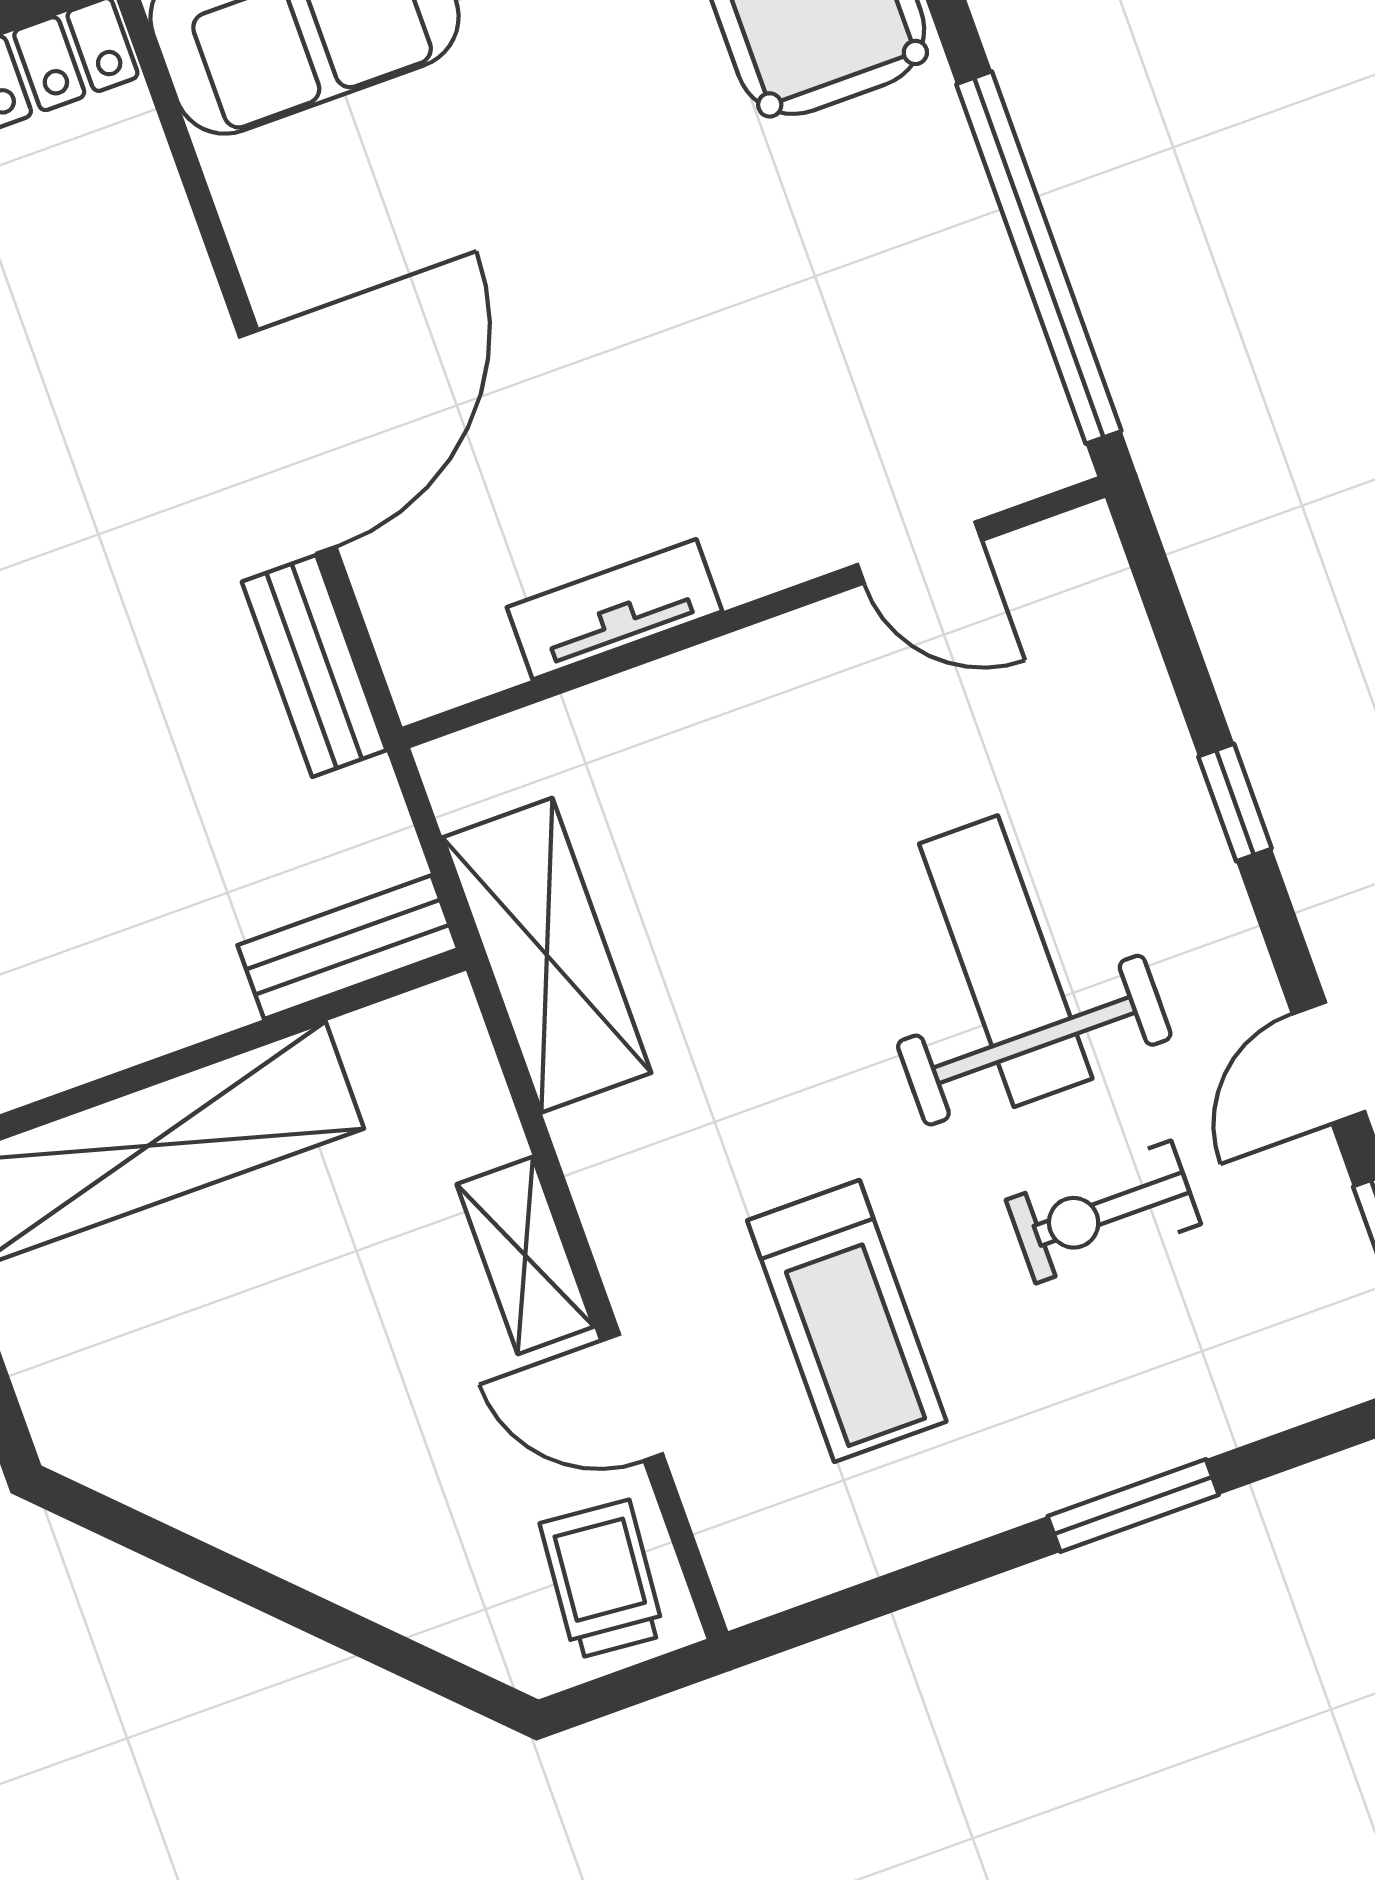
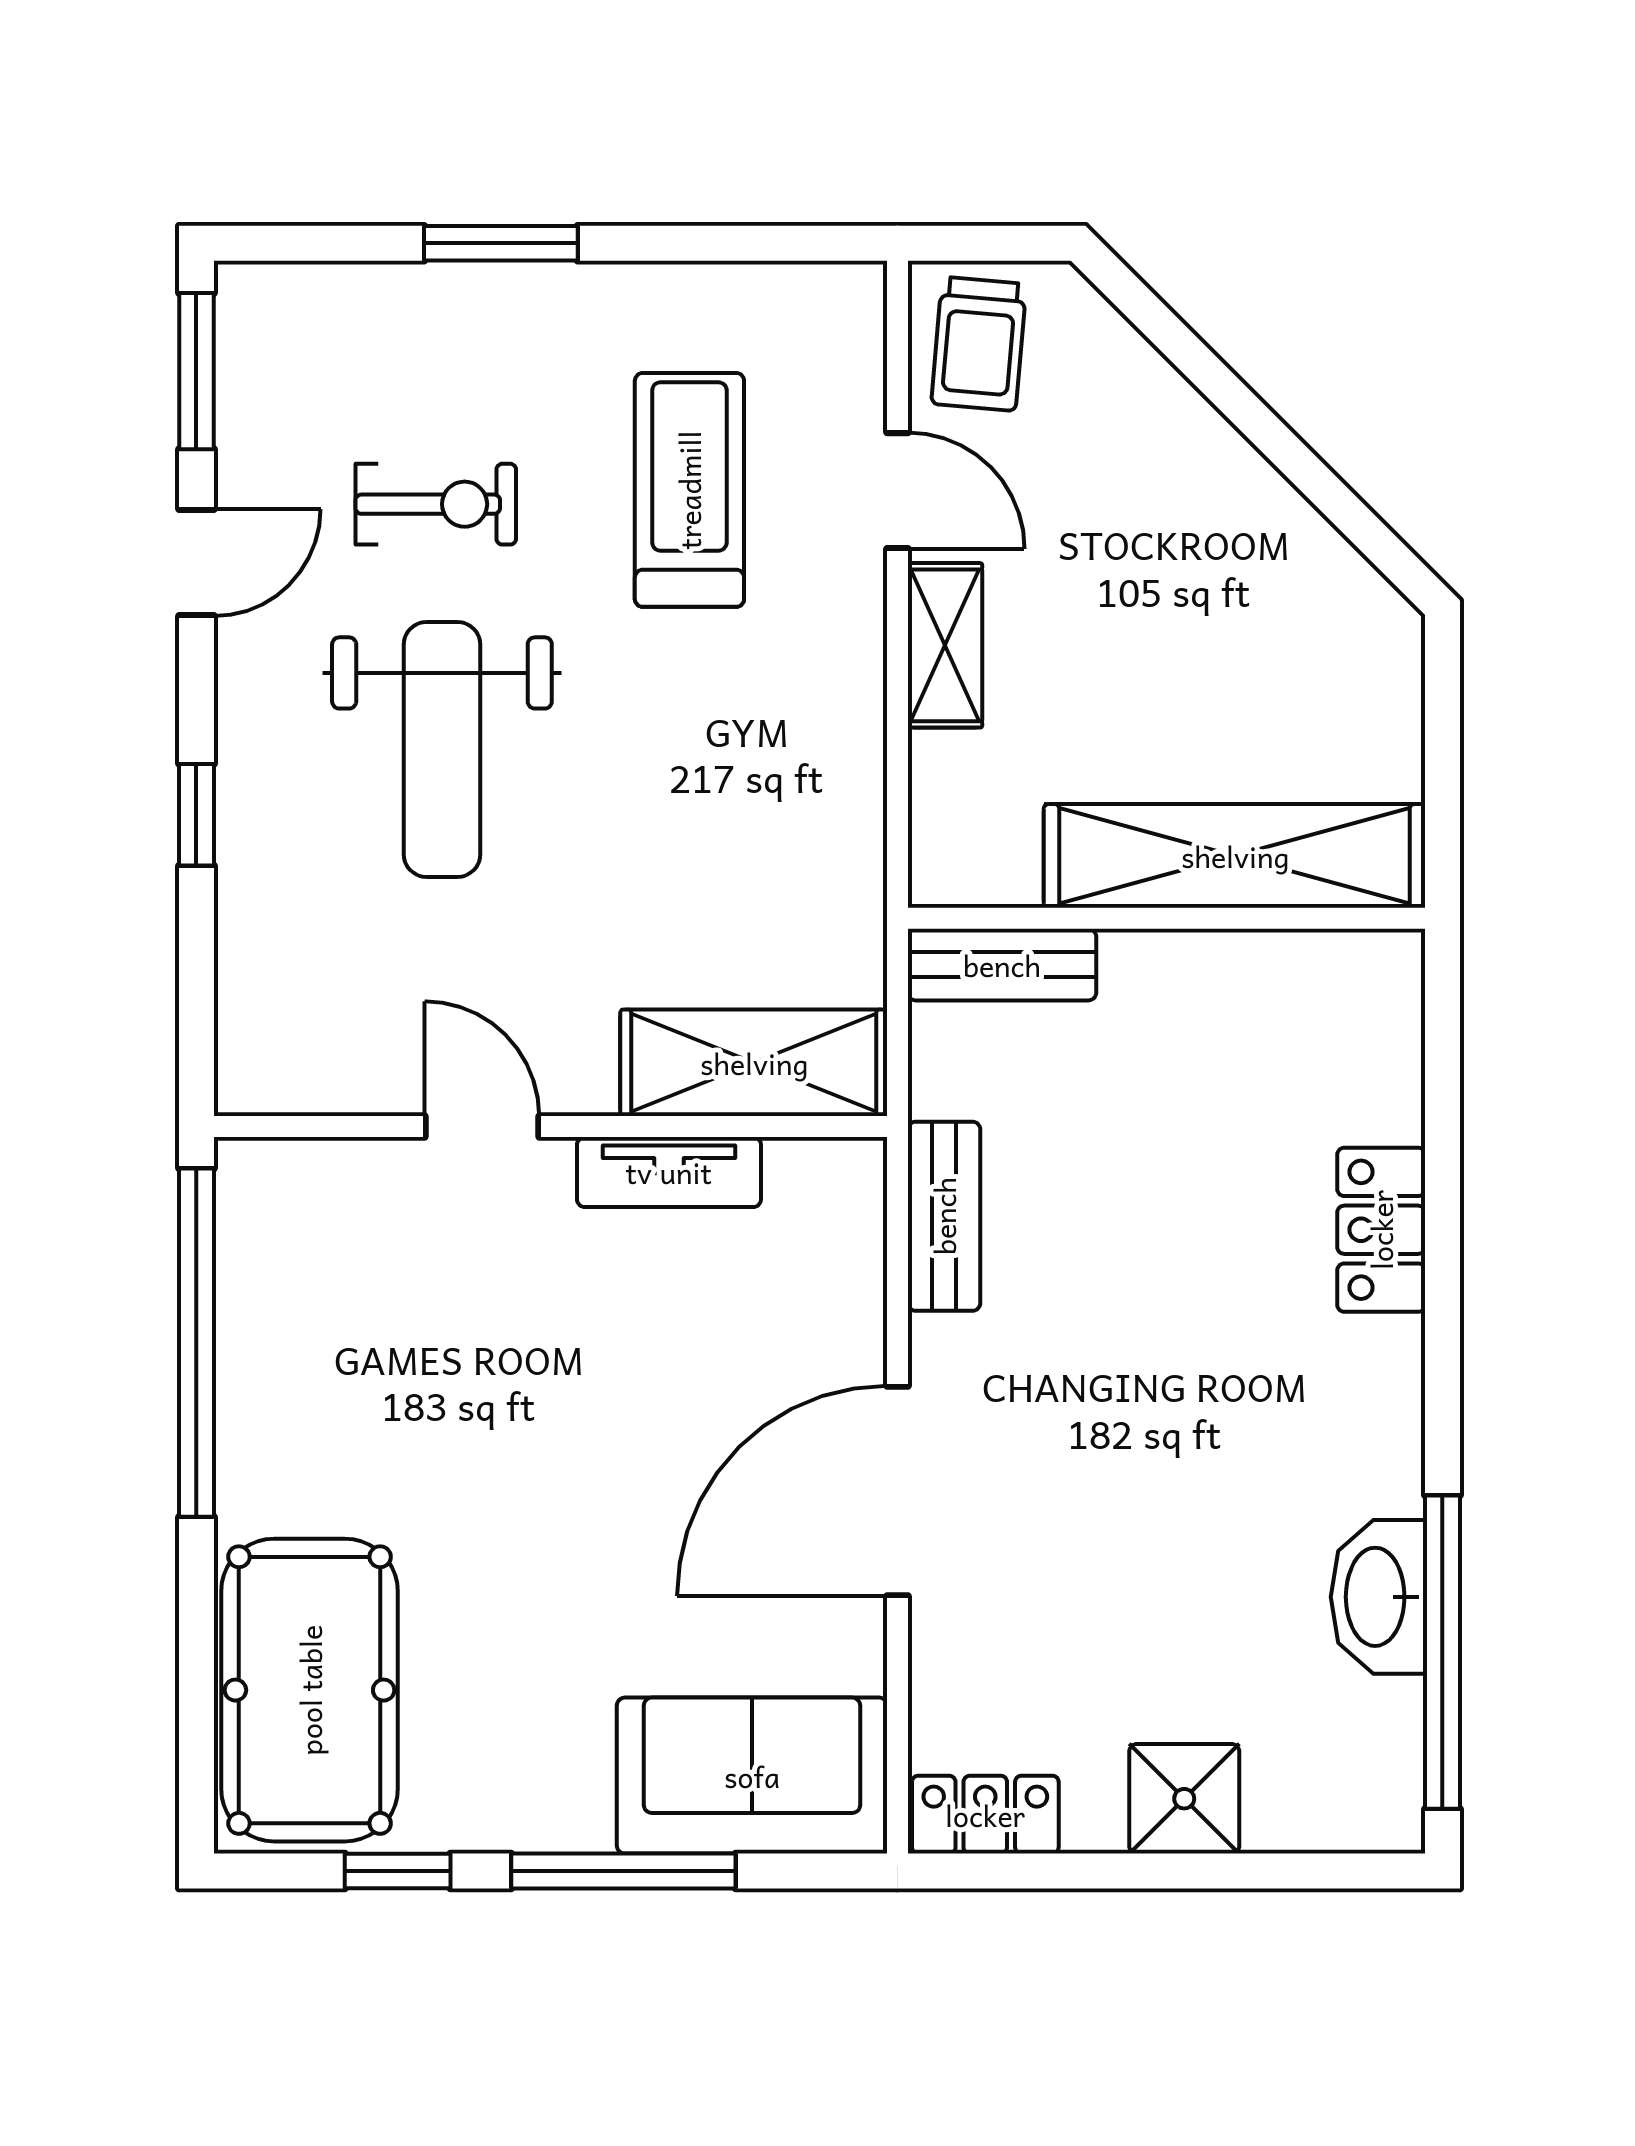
door: (288, 442) -> (897, 1491), moved
door: (920, 553) -> (482, 1127), moved
shelving: (547, 955) -> (754, 1063), moved, turned 90

